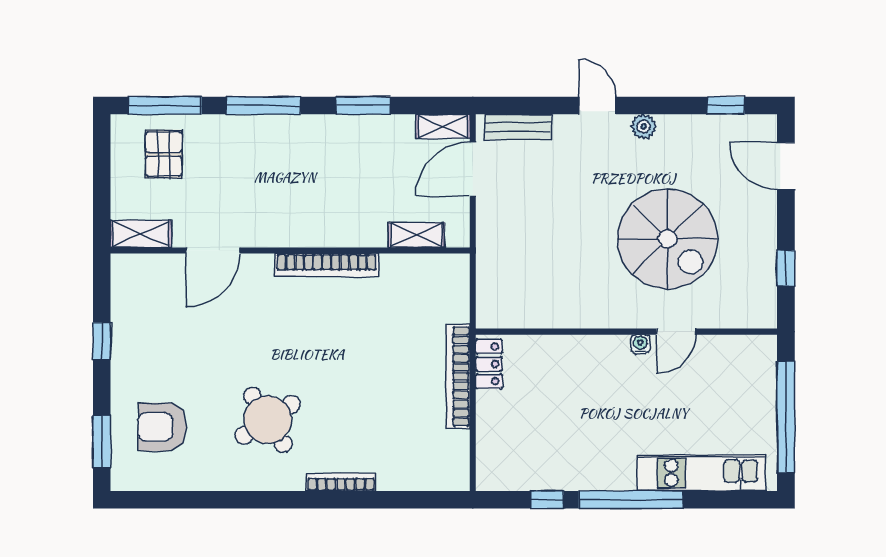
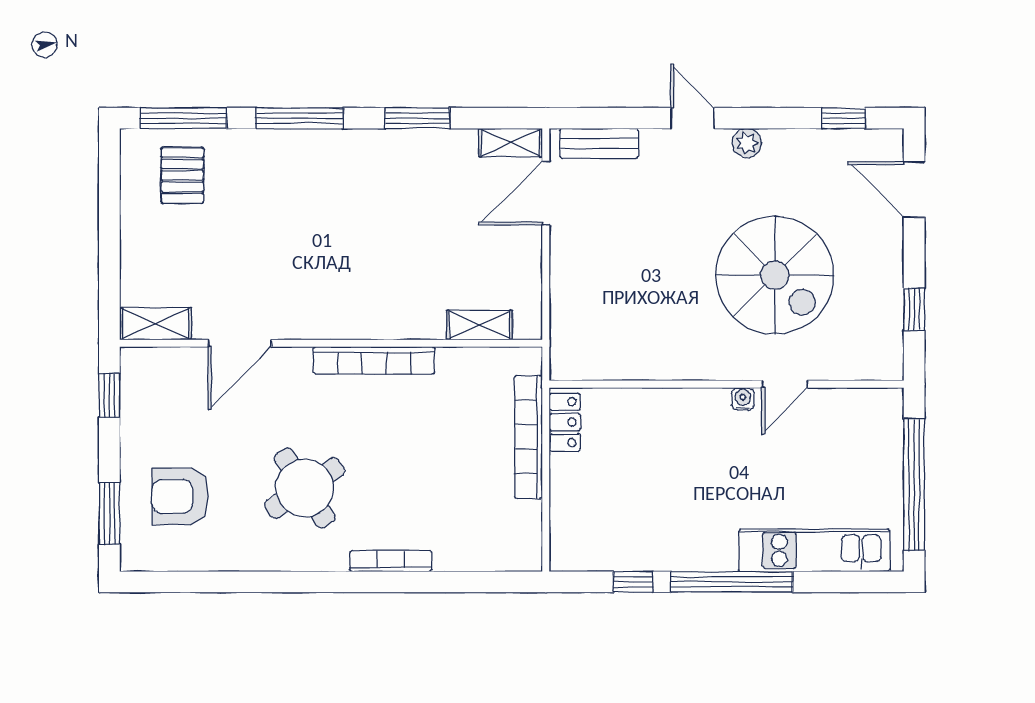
shelving: (141, 234) -> (155, 324), moved
shelving: (416, 235) -> (479, 325), moved
door: (213, 250) -> (240, 343), moved
wall: (290, 250) -> (331, 343), moved
bookcase: (327, 265) -> (374, 360), moved

